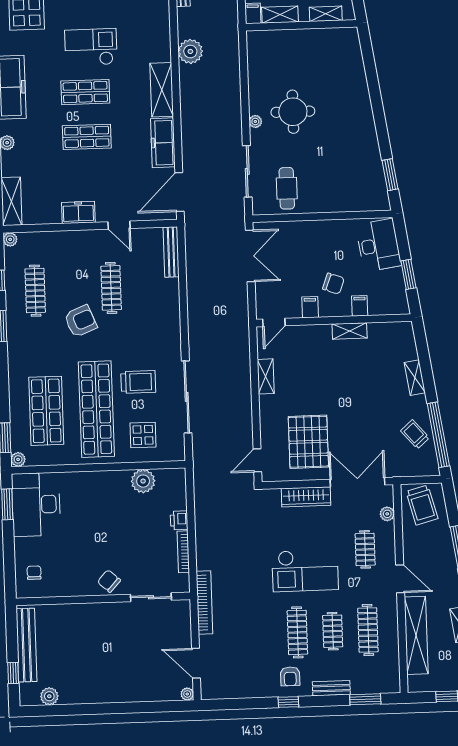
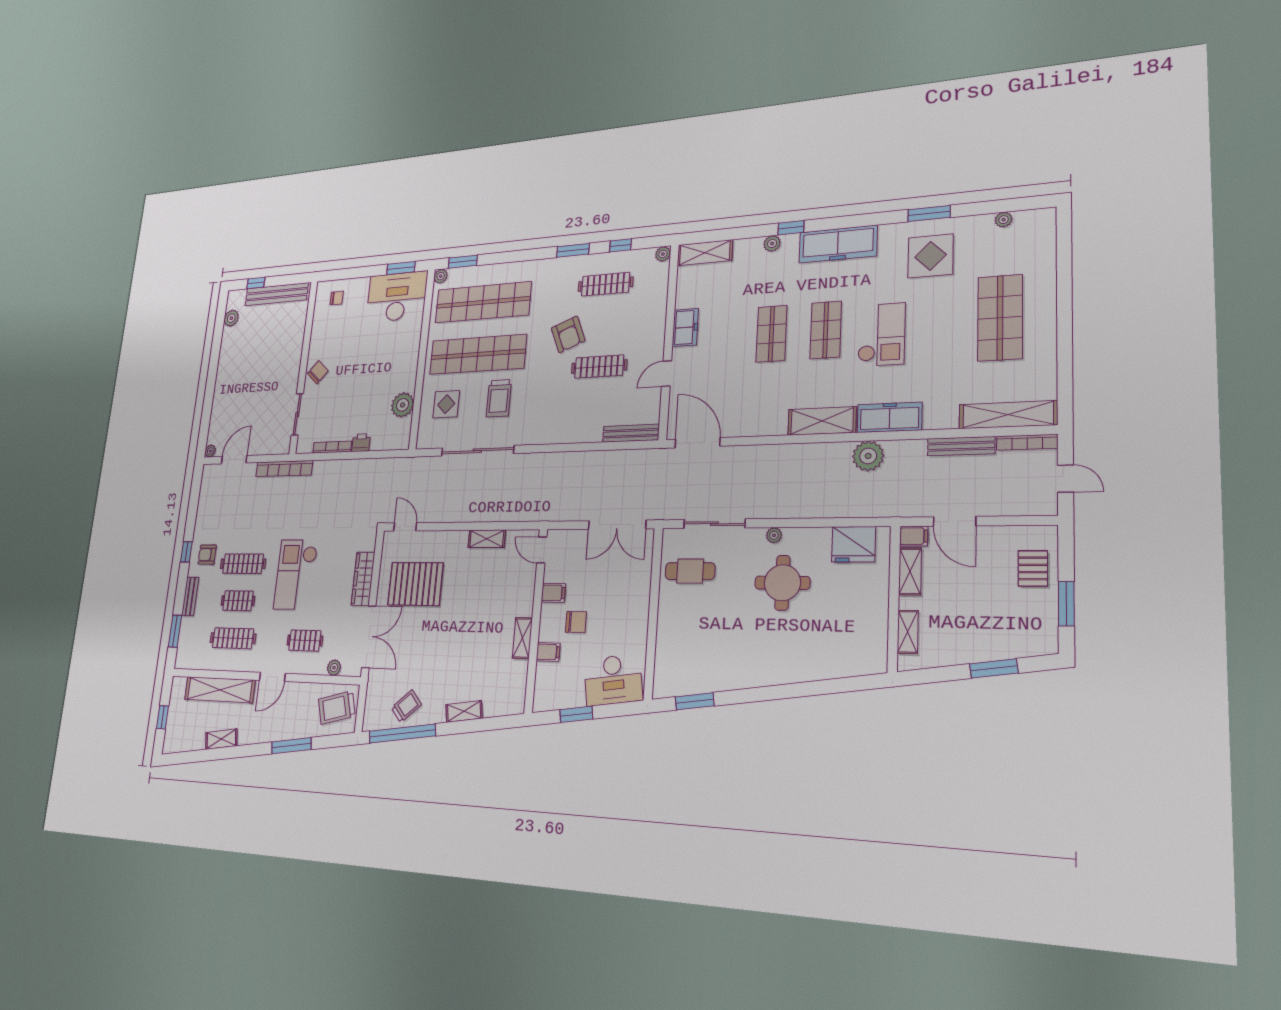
fridge: (261, 58) -> (854, 544), added
freezer: (163, 143) -> (889, 417), moved
chair: (333, 284) -> (576, 622), turned -110
shop shelf: (46, 411) -> (483, 302), width x1.40

